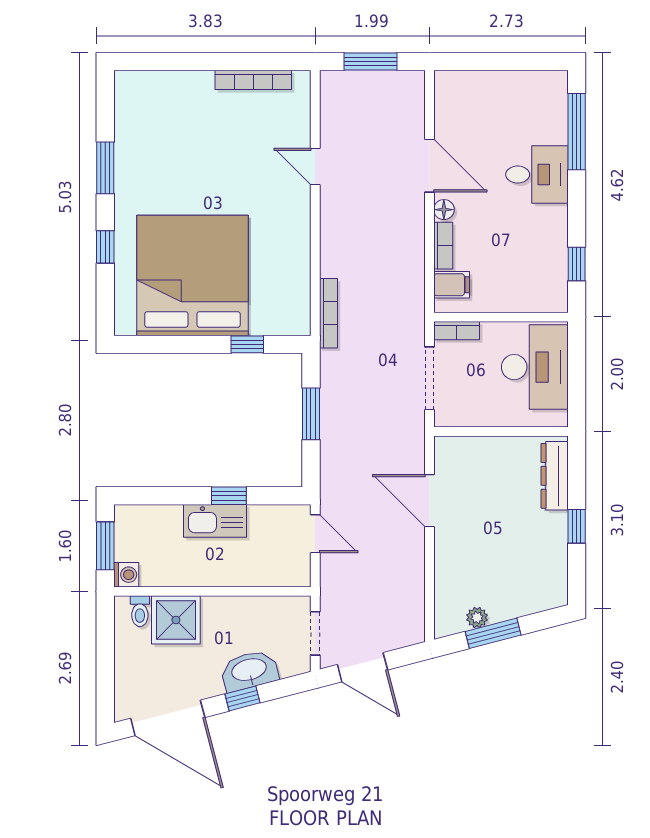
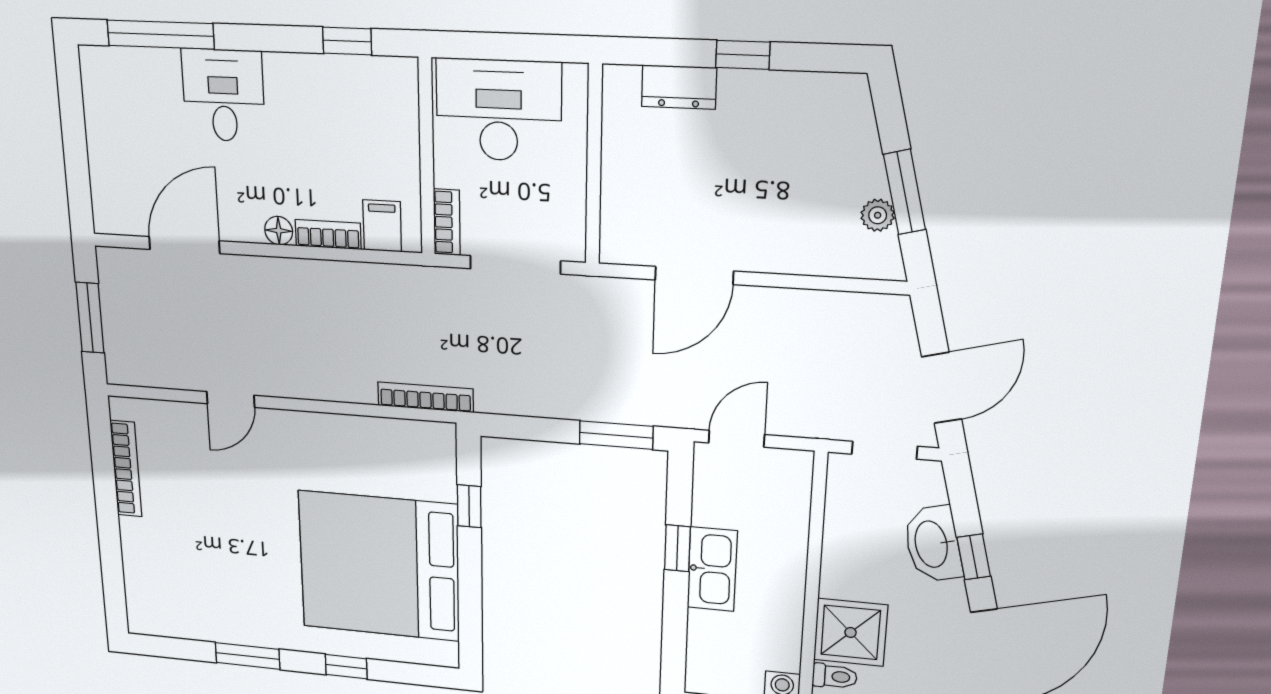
door: (430, 166) -> (184, 245), moved
window: (311, 414) -> (616, 435), moved
dresser: (555, 476) -> (679, 87), width x0.70

